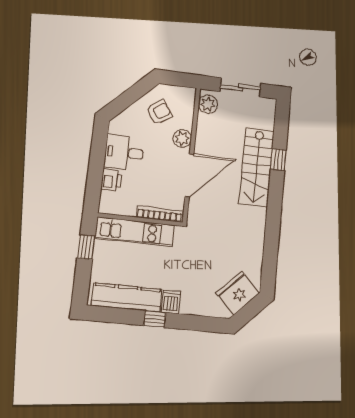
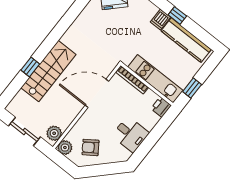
plant: (182, 138) -> (65, 148), moved
printer: (111, 180) -> (161, 107), moved

